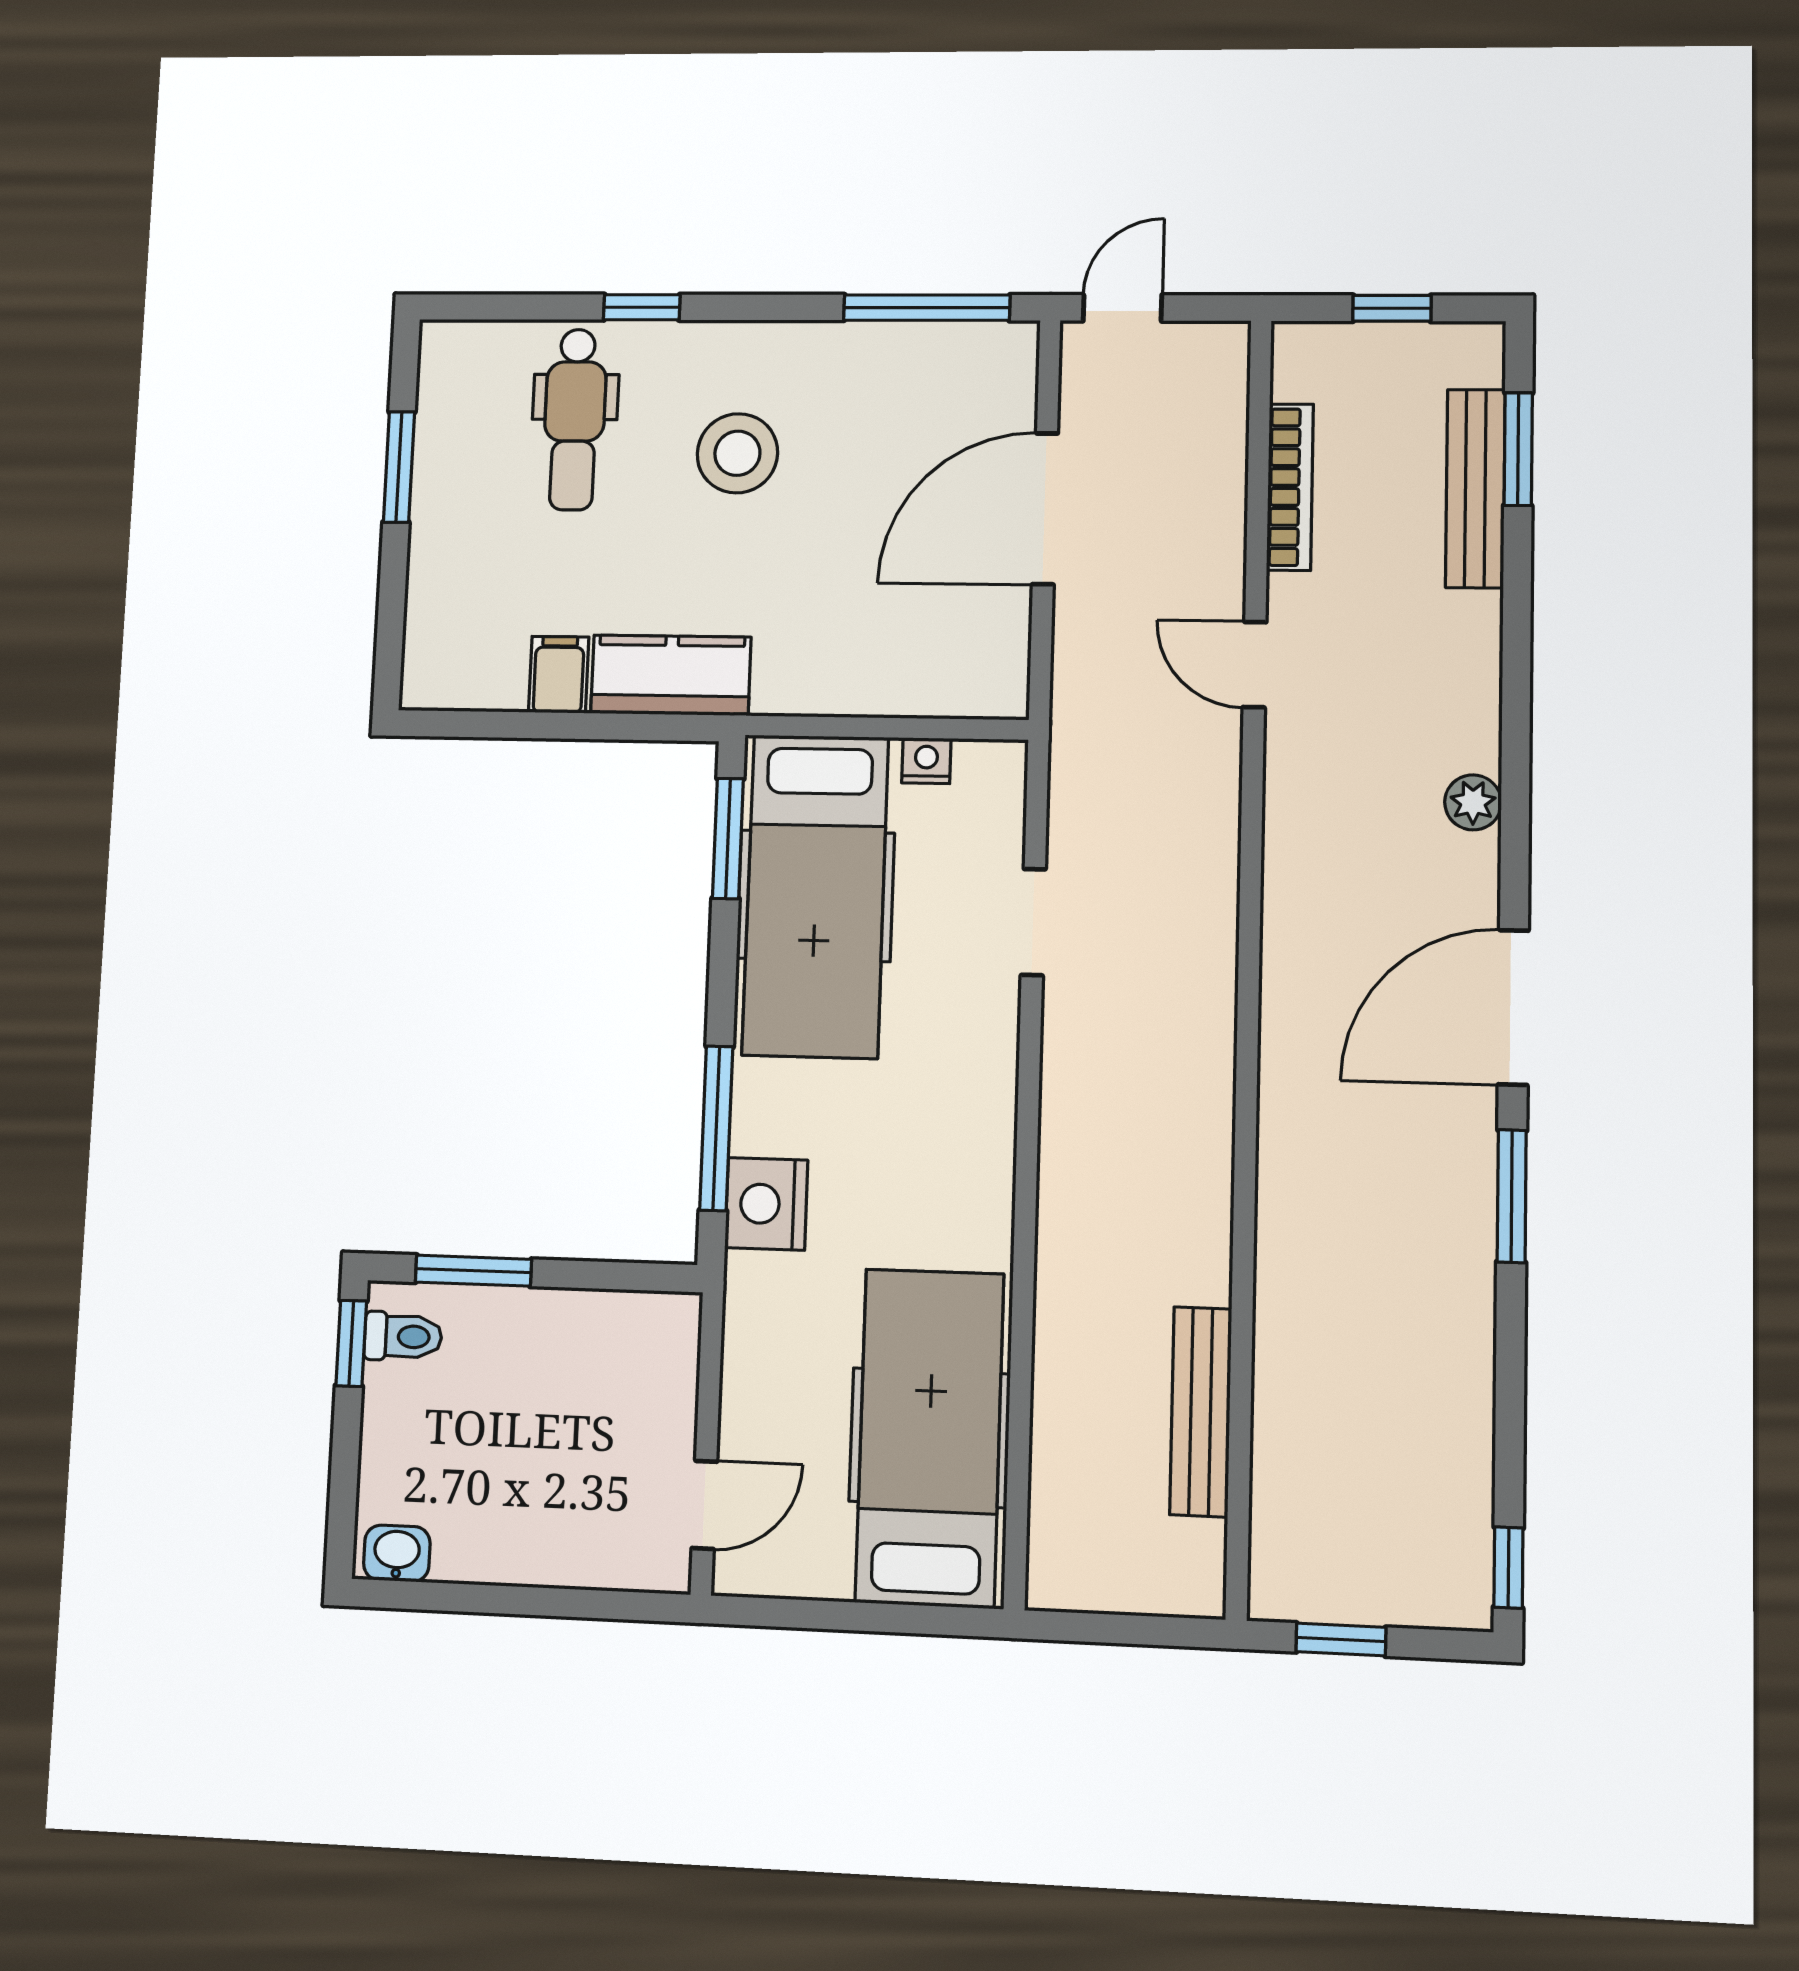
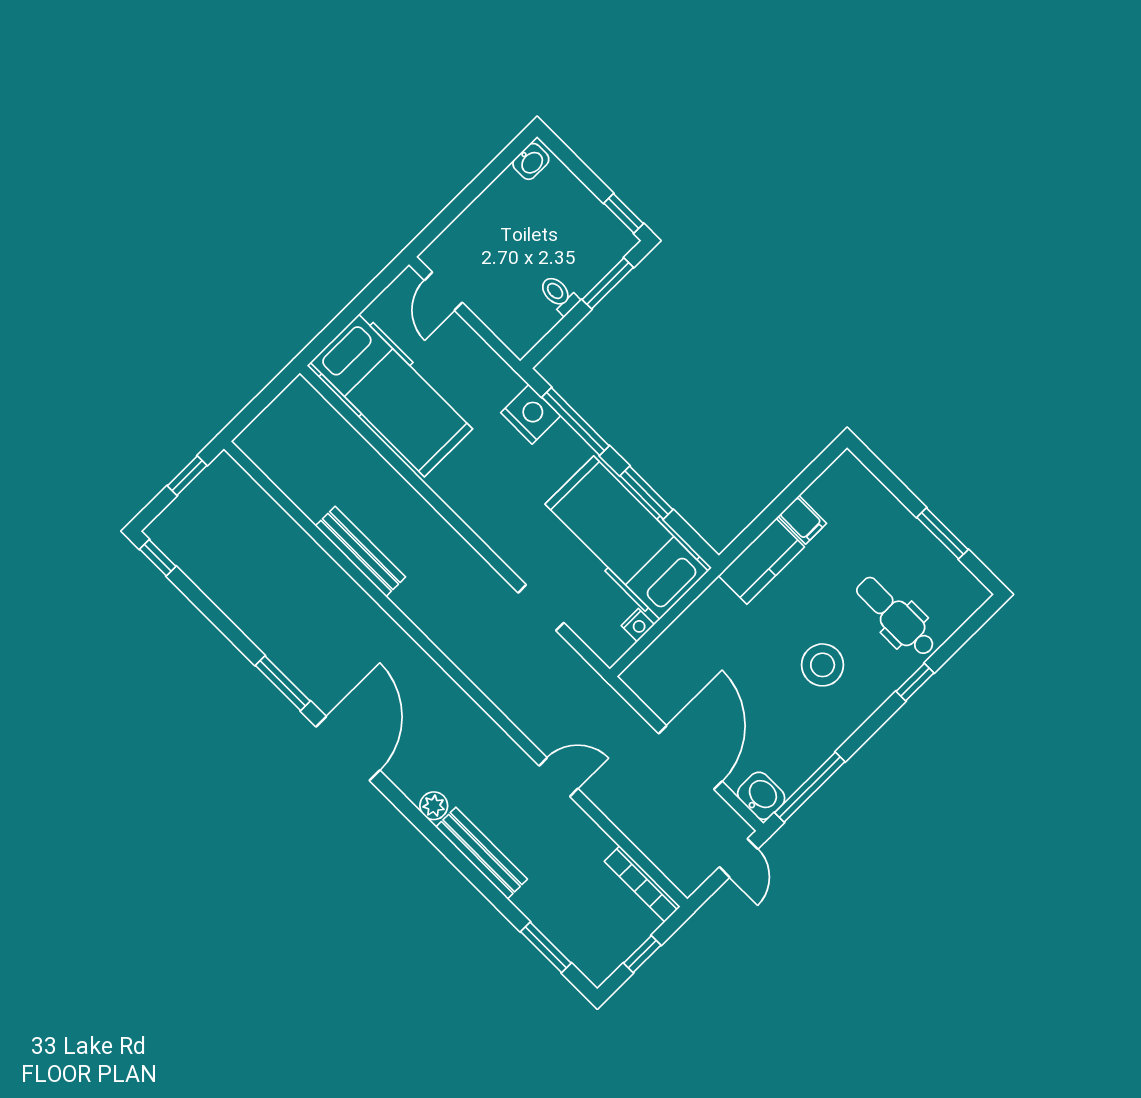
washbasin: (1004, 361) -> (761, 796), added
bookcase: (1290, 487) -> (642, 884), moved
bench: (1475, 488) -> (482, 853), moved
window: (728, 838) -> (646, 493), moved
toilet: (403, 1336) -> (559, 295), moved, turned 90
bench: (1201, 1412) -> (360, 551), moved

